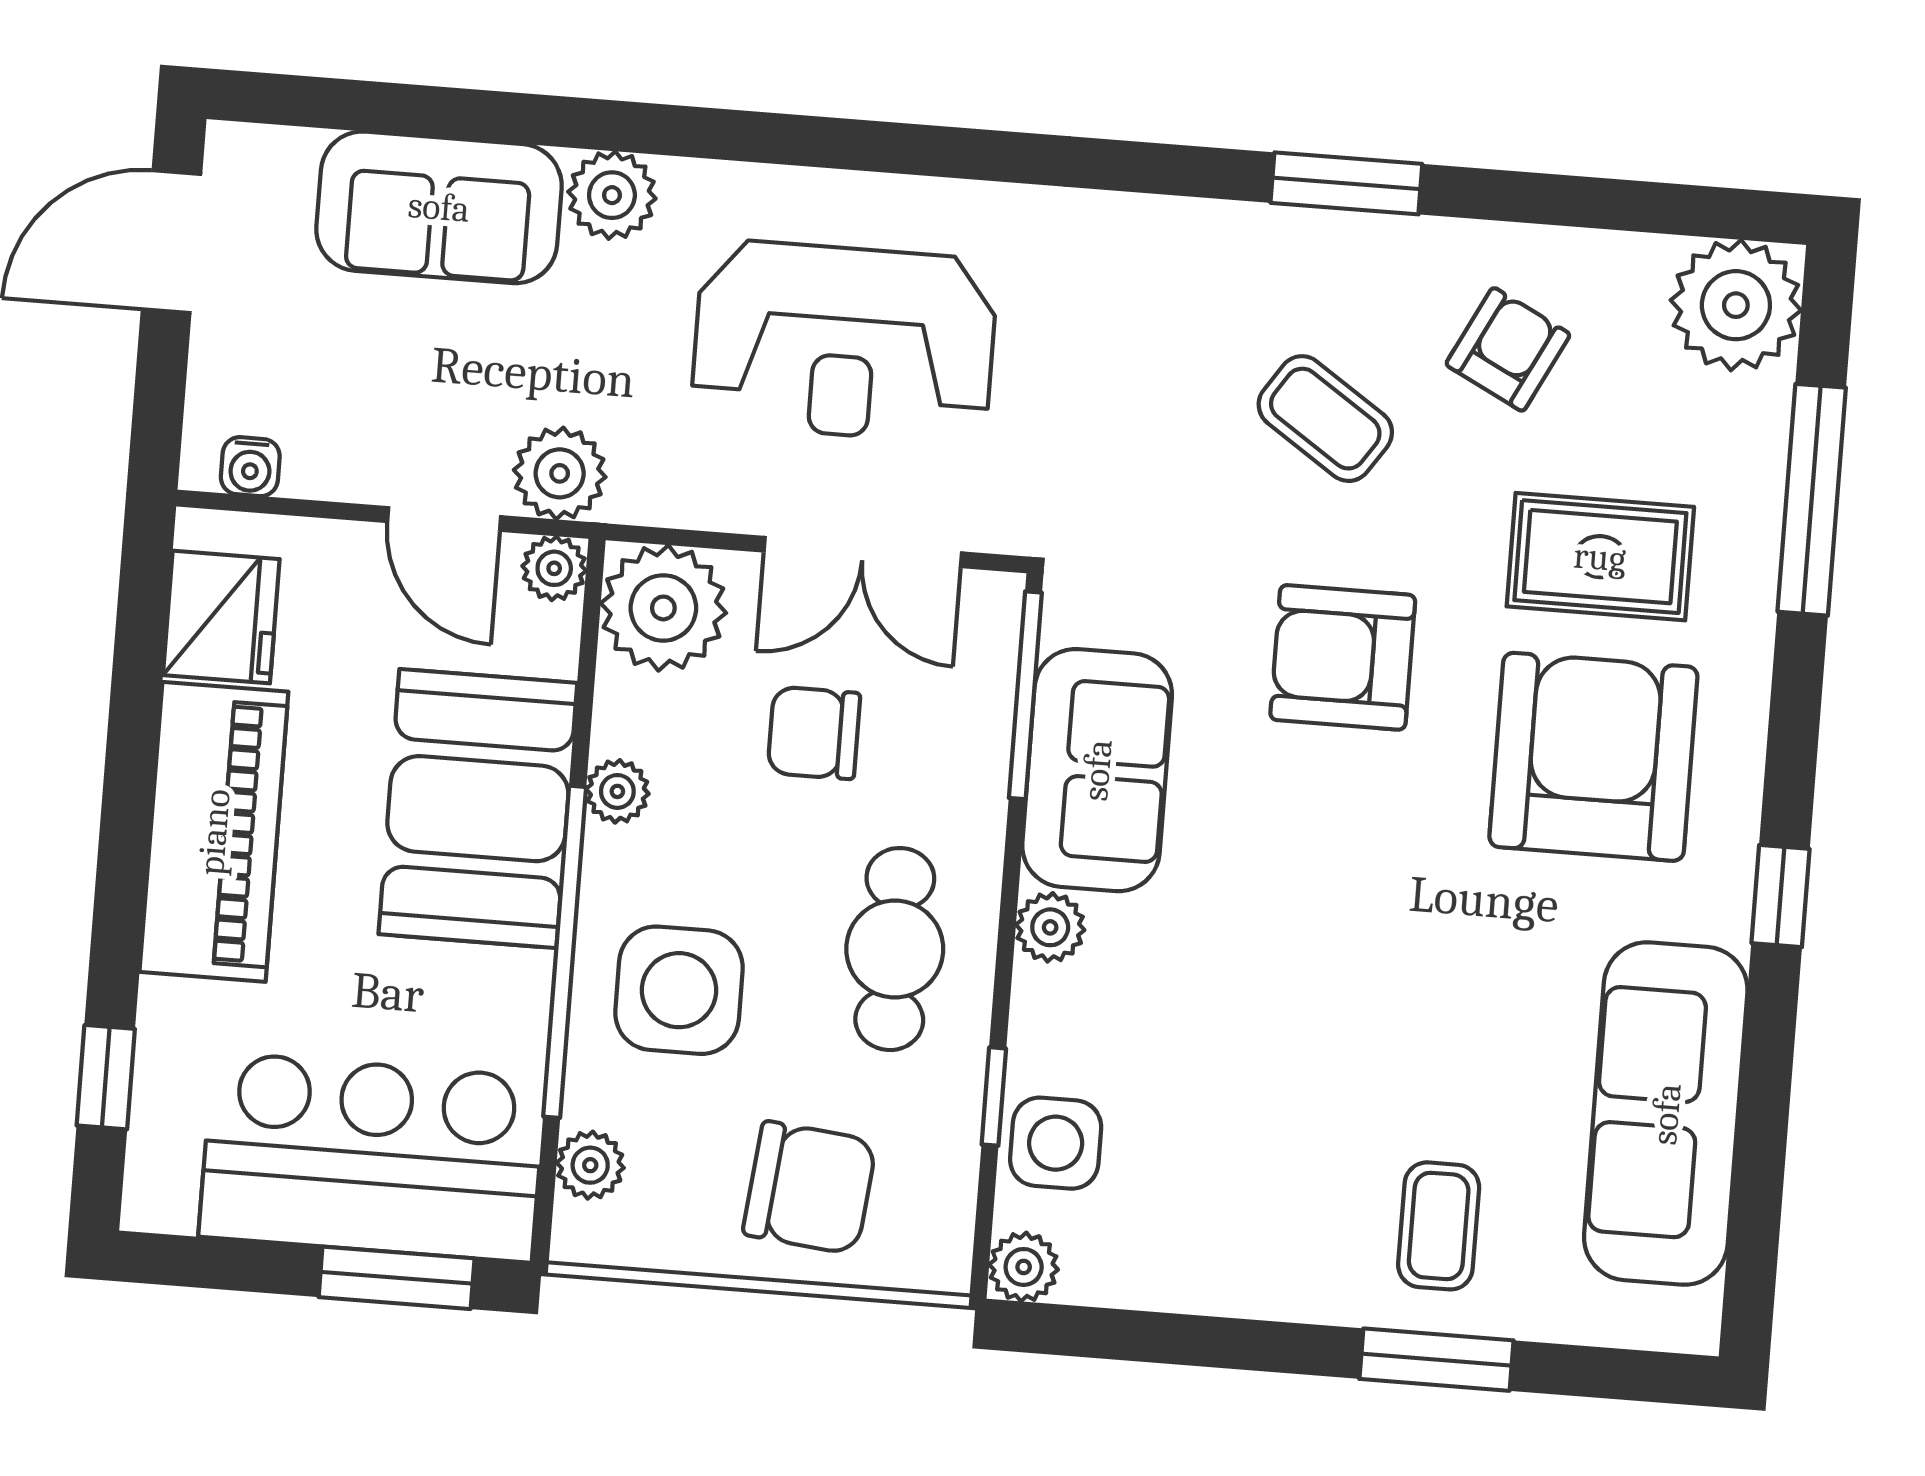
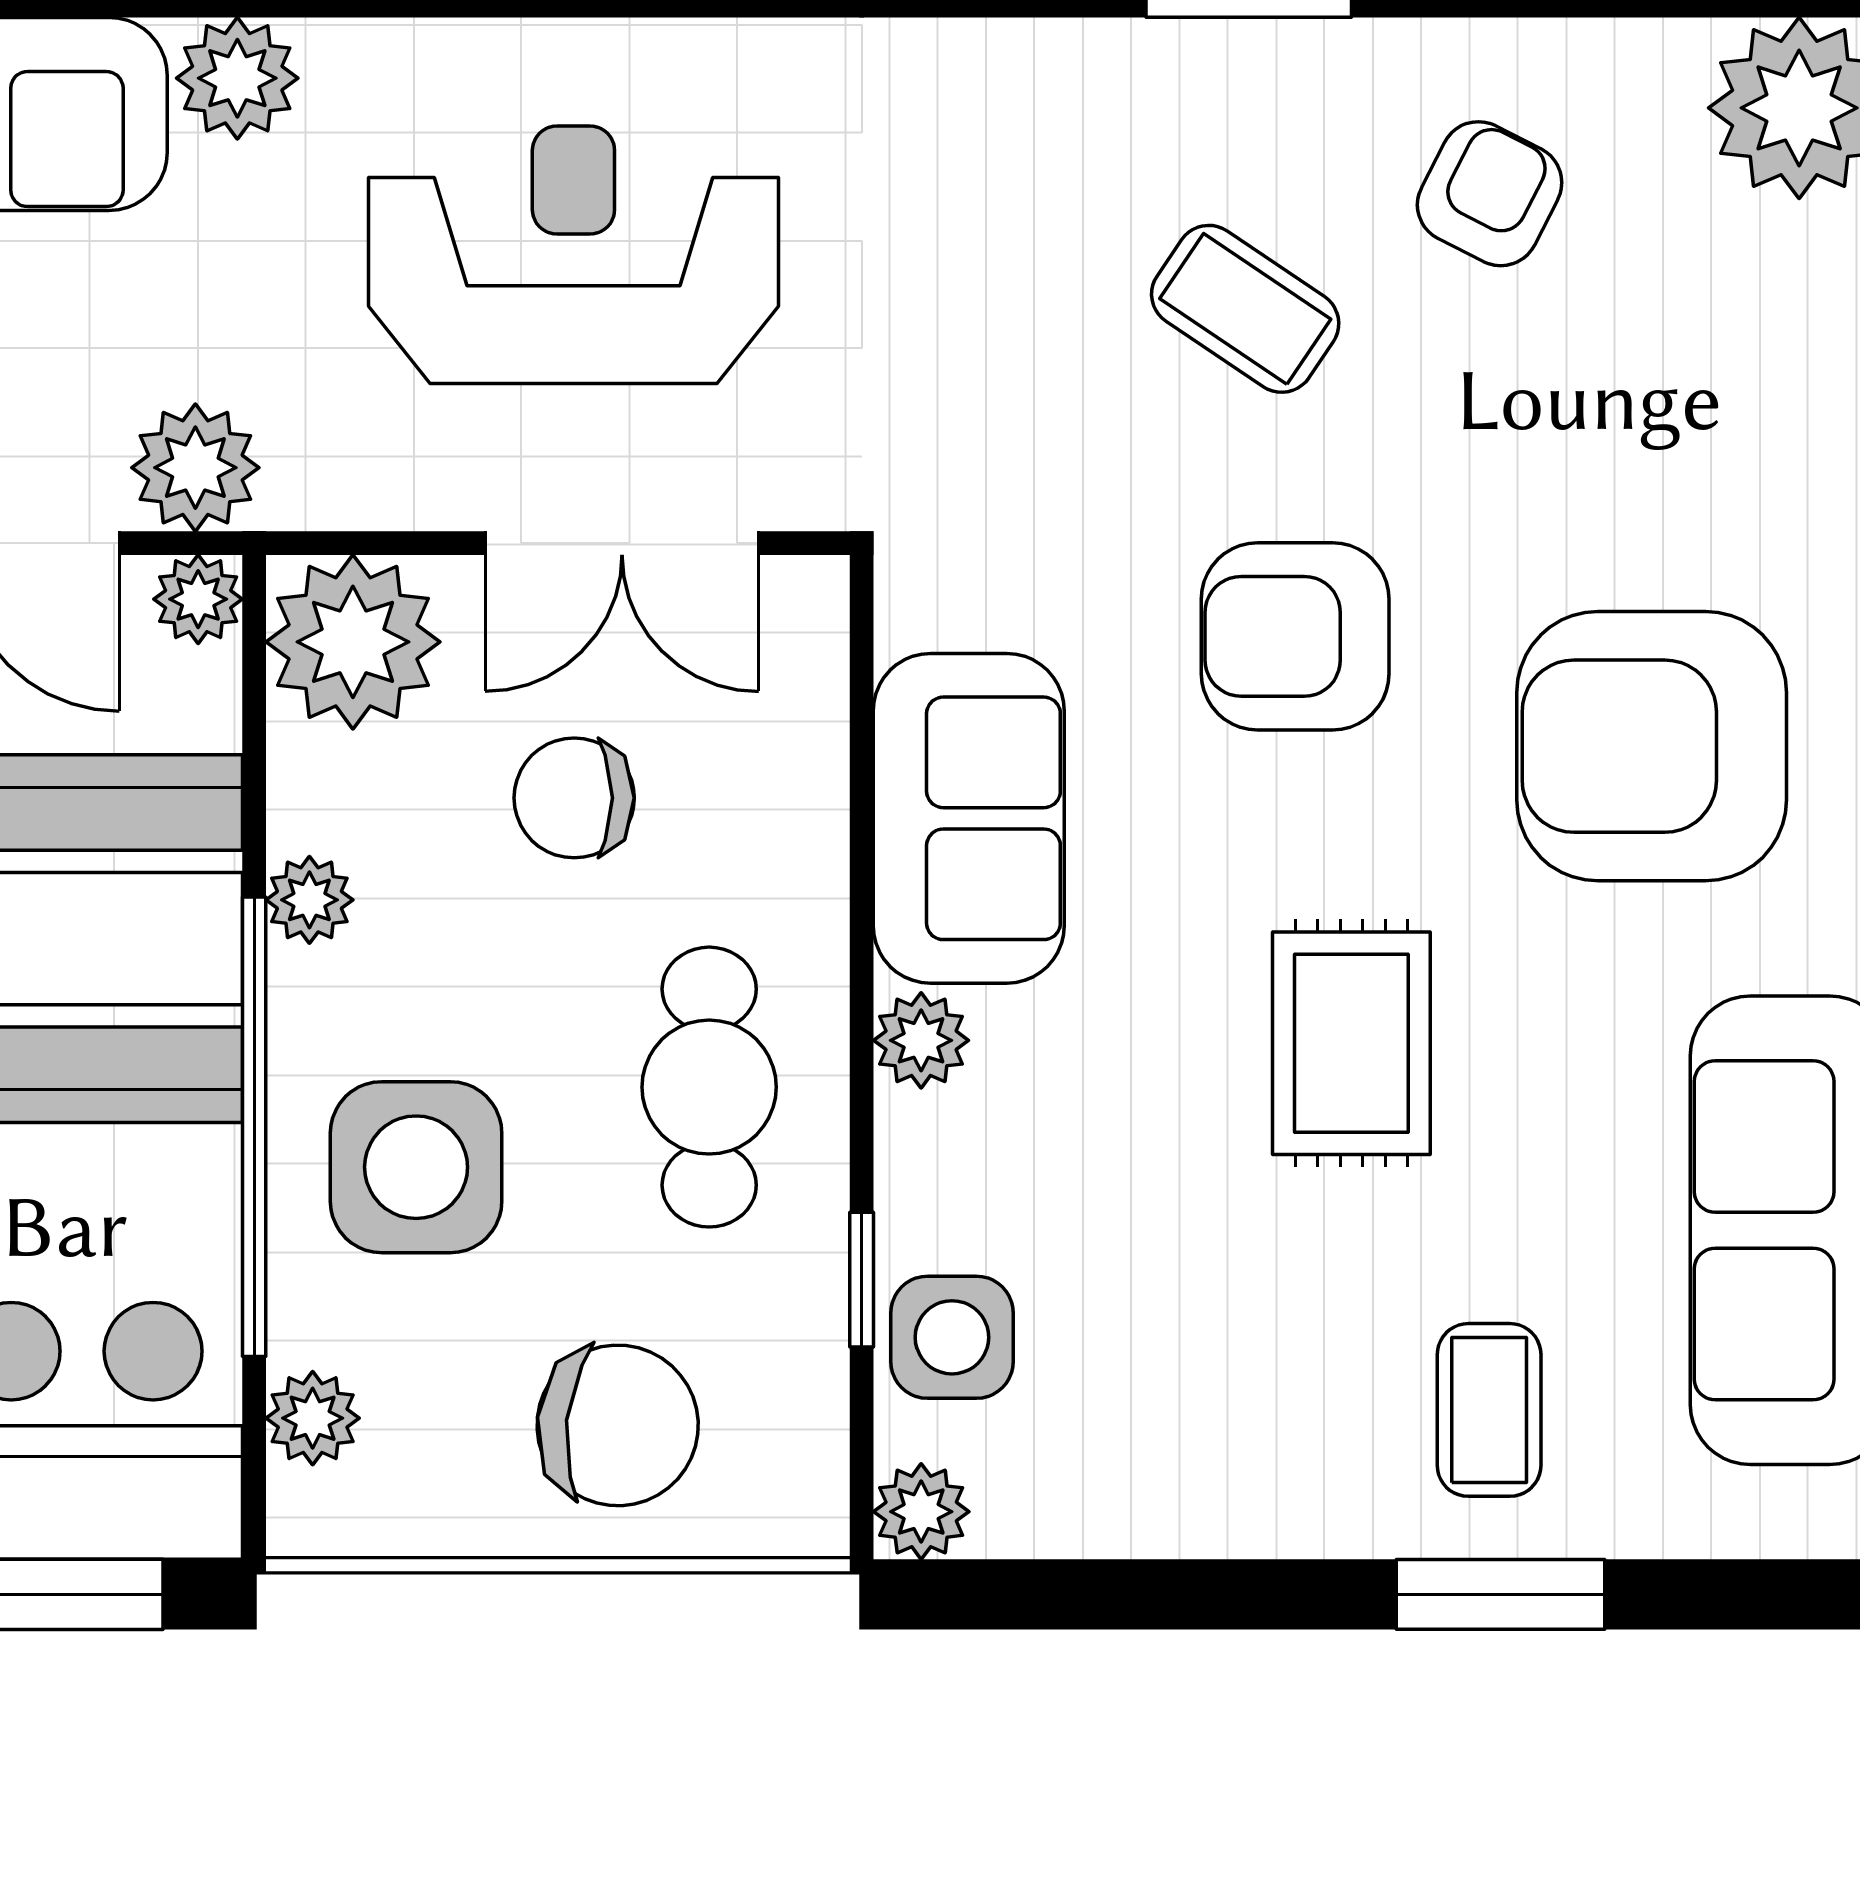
reception desk: (844, 341) -> (573, 255), turned 180
rug: (1600, 557) -> (1351, 1043), moved, turned 90
window: (1025, 695) -> (862, 723), removed
armchair: (1593, 757) -> (1652, 746), turned -90

